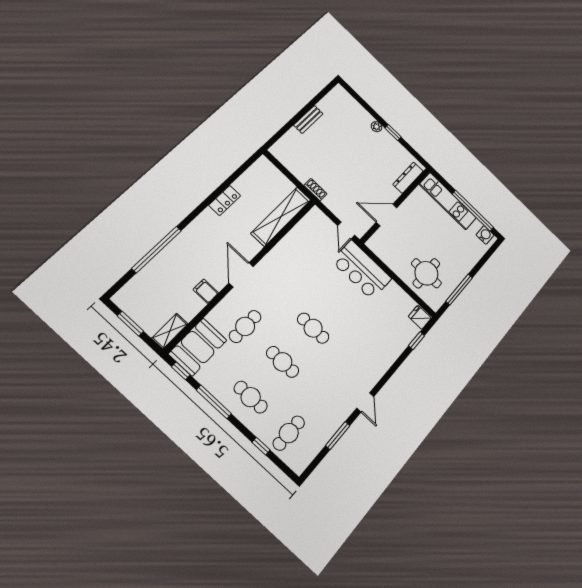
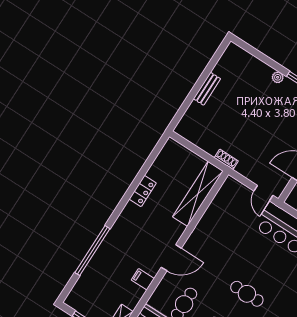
door: (241, 275) -> (171, 258), swing flipped

